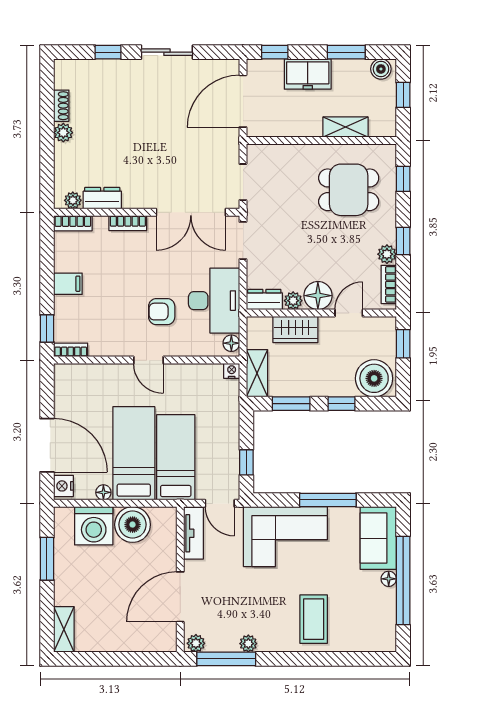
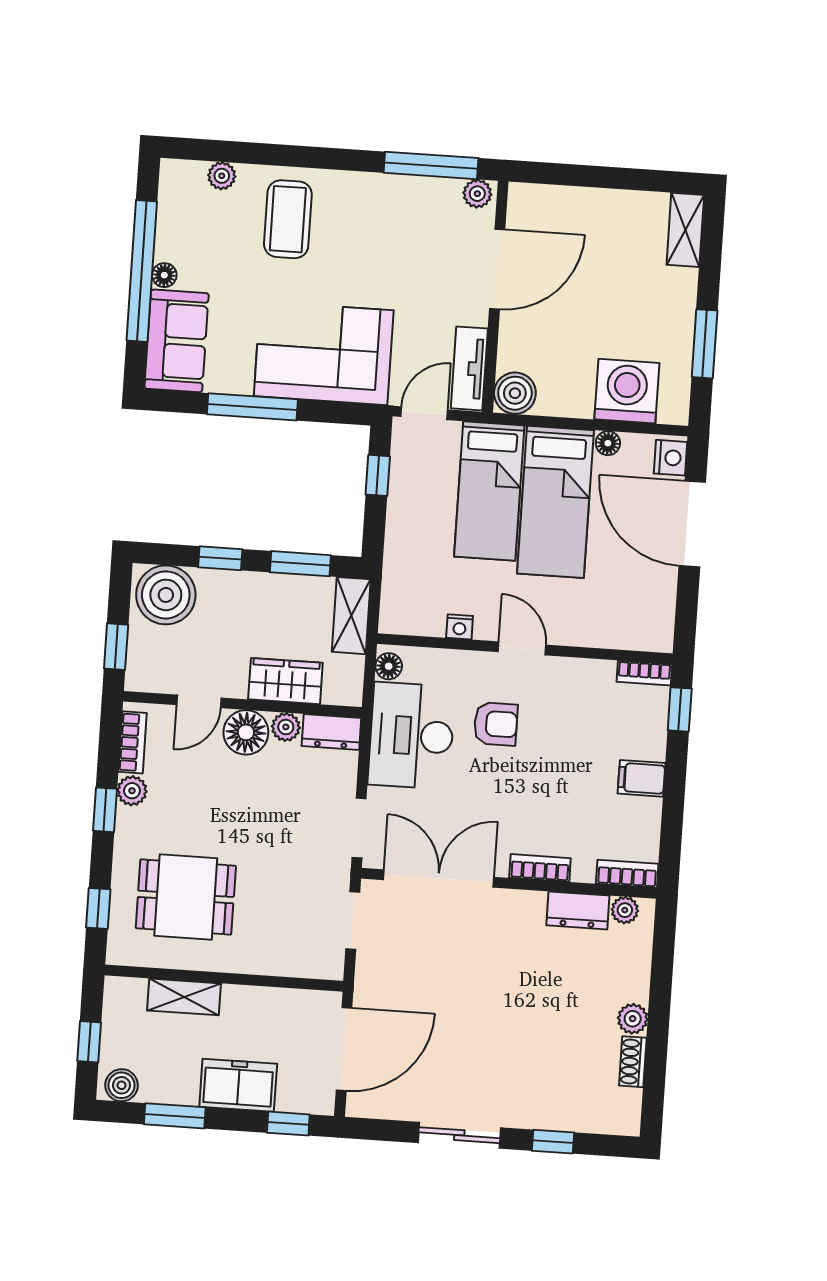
nightstand: (232, 371) -> (460, 627), moved
door: (220, 503) -> (424, 413), hinge flipped
boiler: (133, 525) -> (515, 393), moved, width x0.73, depth x0.73
plant: (248, 644) -> (222, 176), moved

